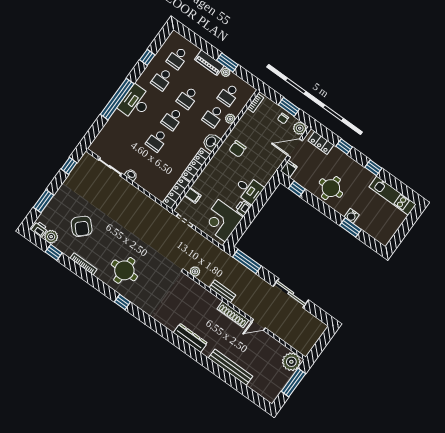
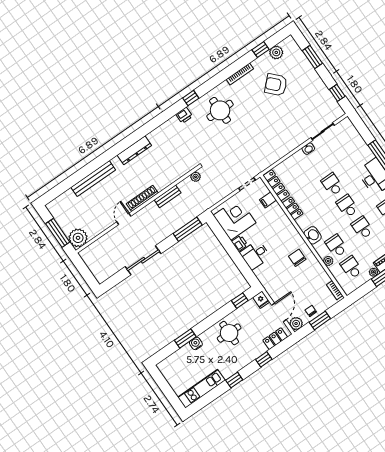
locker: (196, 165) -> (293, 208), width x0.66
printer: (39, 229) -> (184, 115), moved

